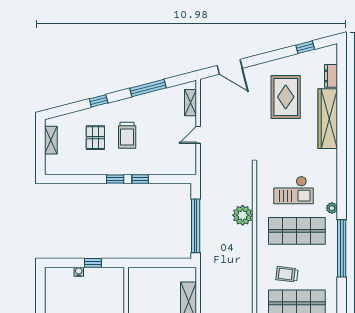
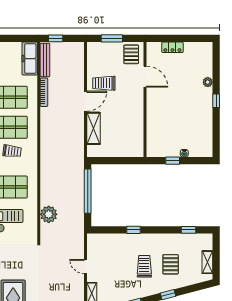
door: (198, 135) -> (86, 267), swing flipped
window: (115, 179) -> (188, 230), moved
plant: (243, 215) -> (49, 214), moved

